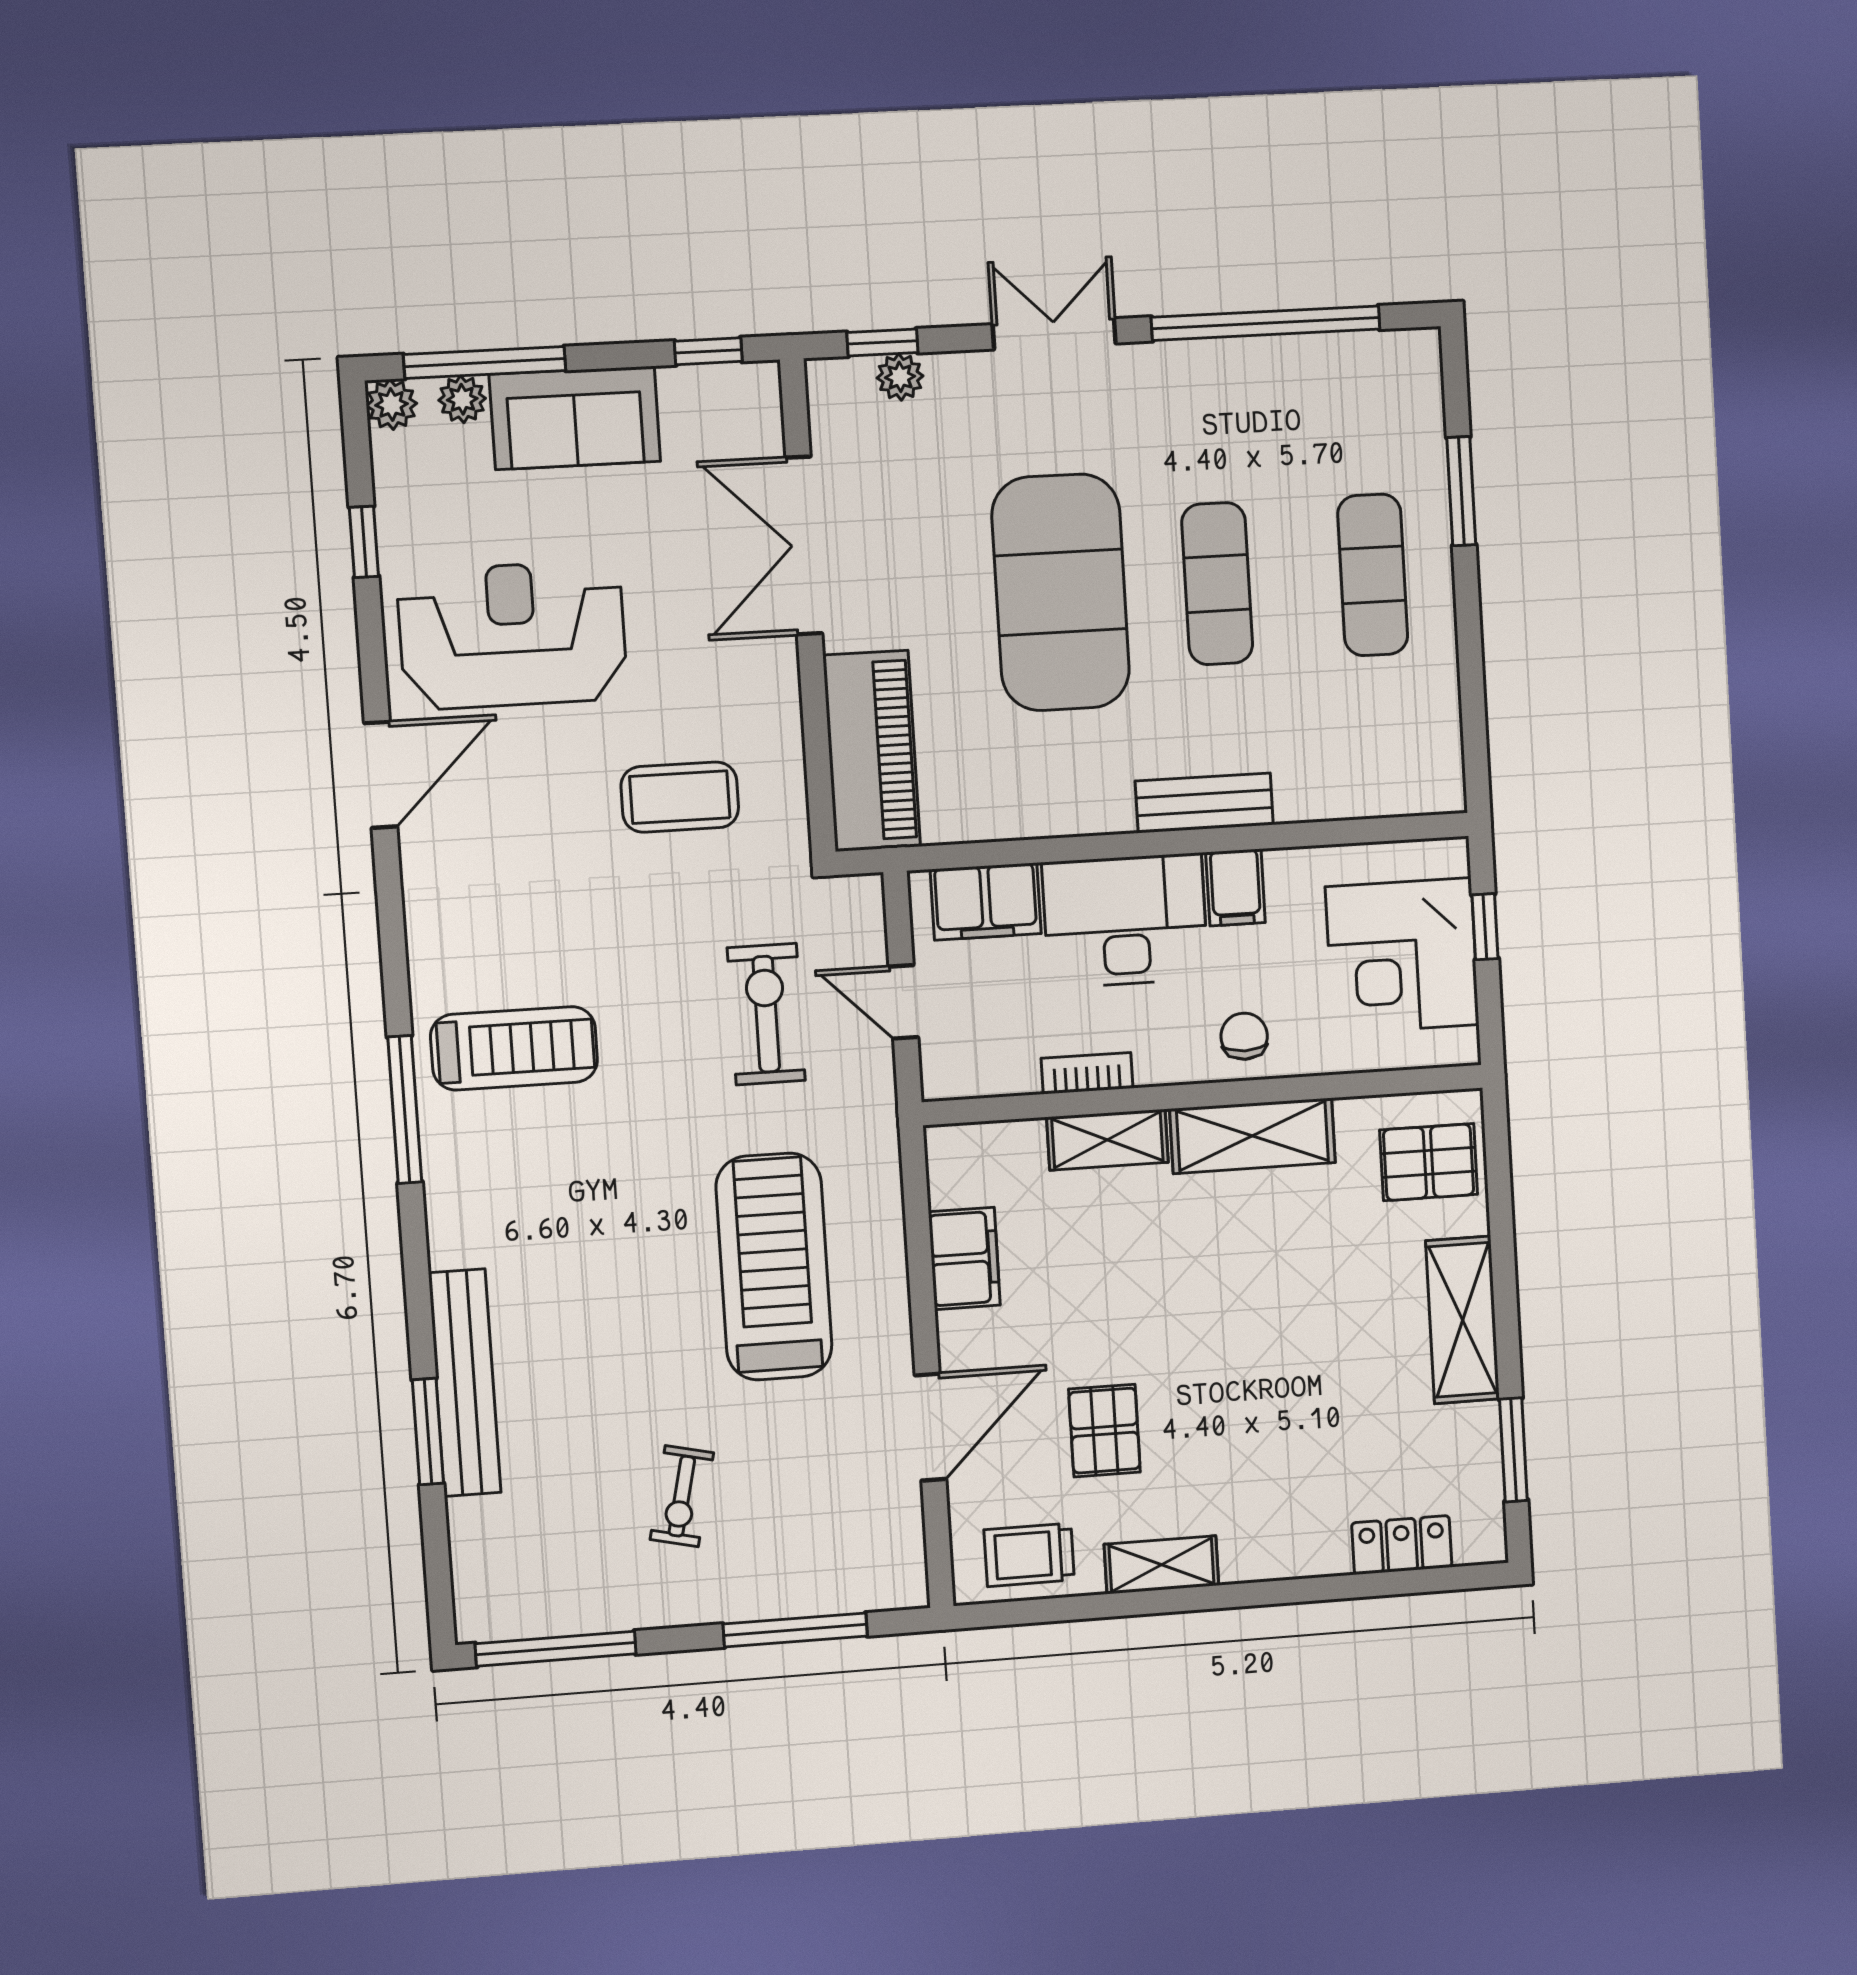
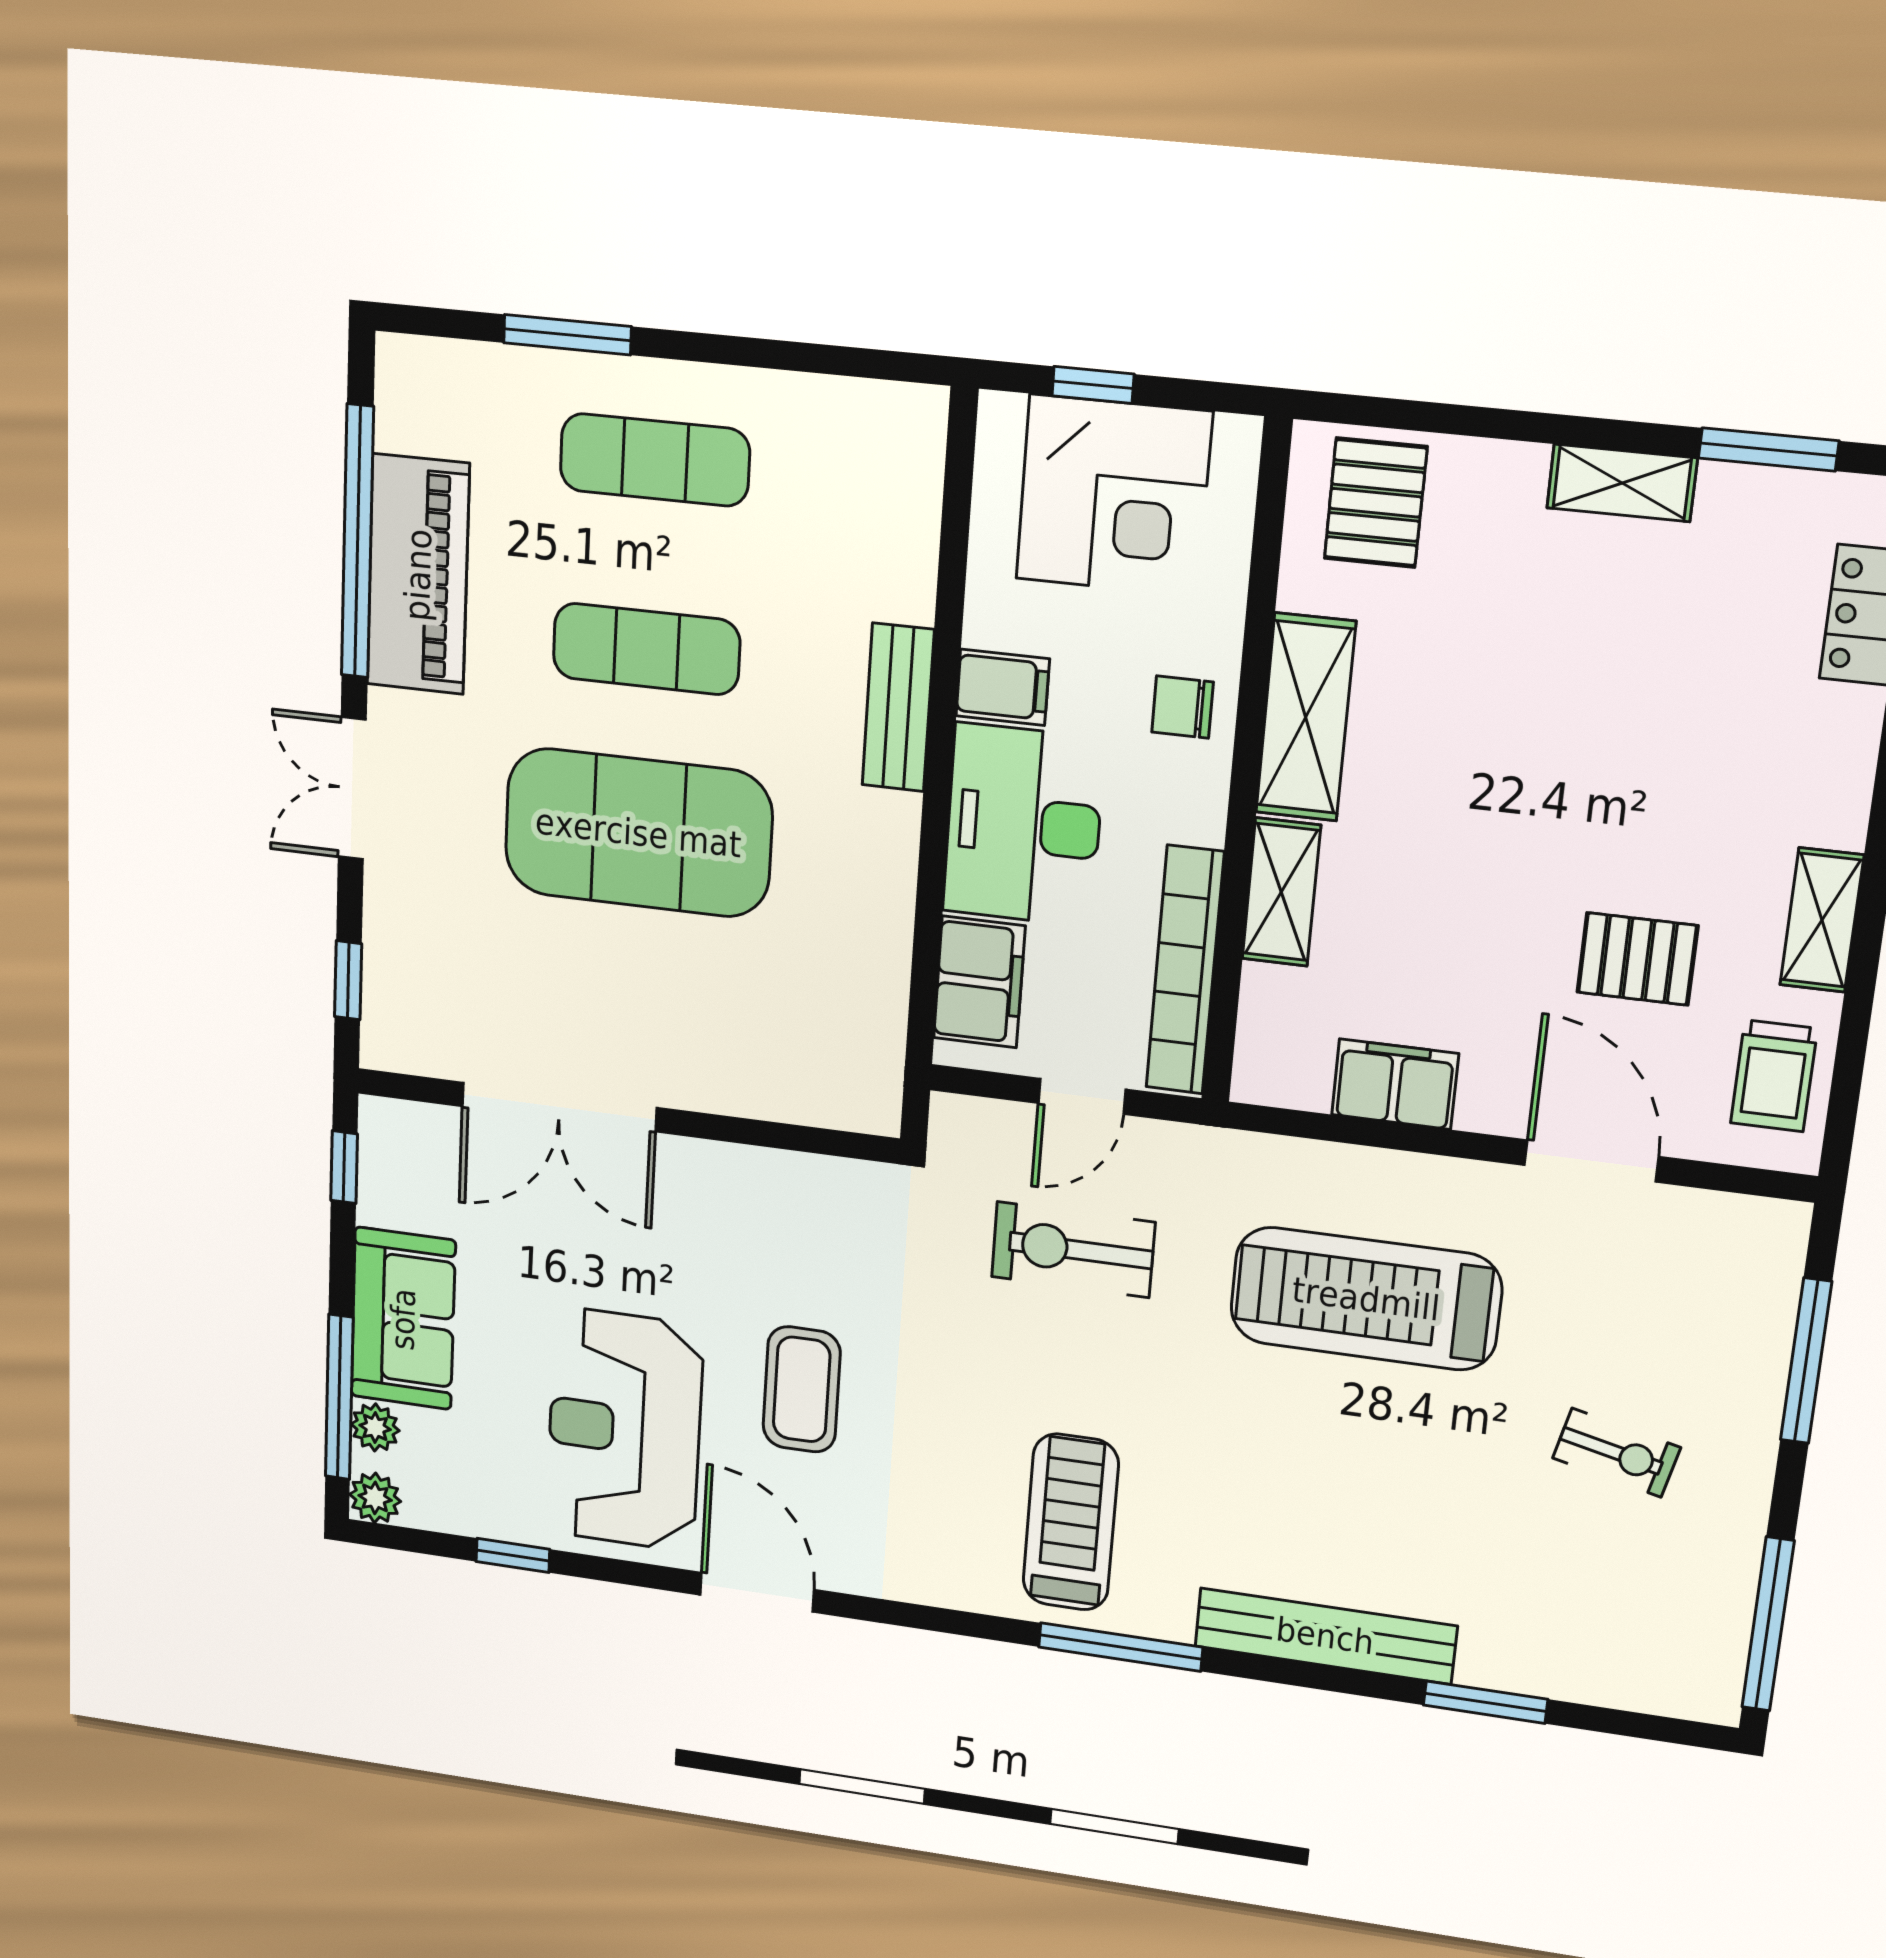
plant: (900, 377) -> (386, 968), removed
piano: (872, 751) -> (418, 575), moved, turned 90
coffee table: (680, 797) -> (802, 1389), moved
bookcase: (1087, 1073) -> (1185, 970), width x2.31, depth x1.31
shelving: (1463, 1320) -> (1622, 483), width x0.67, depth x0.75
bench: (465, 1383) -> (1325, 1636), moved

